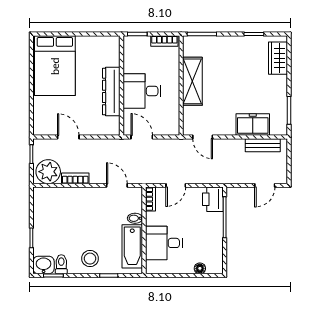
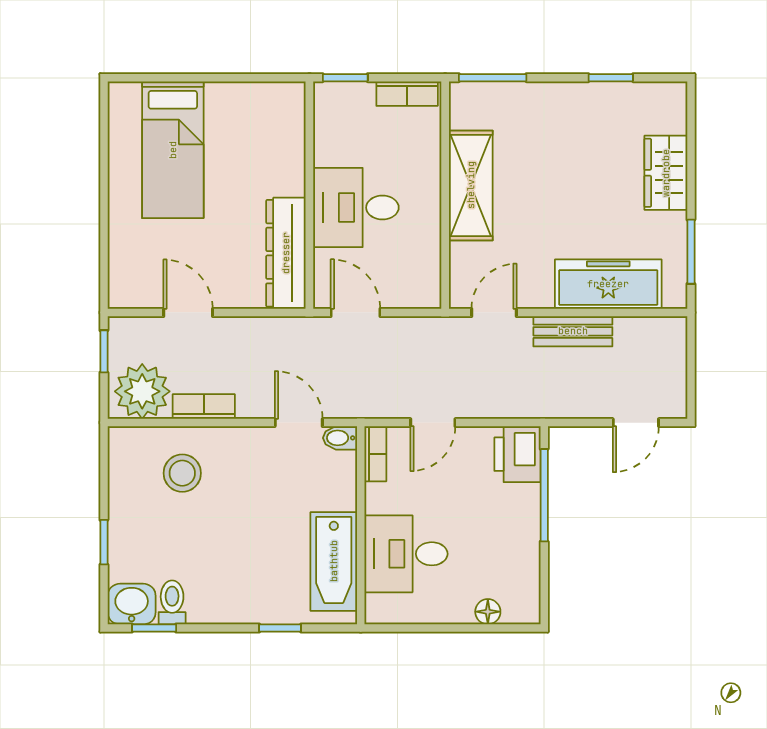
wardrobe: (278, 58) -> (666, 173), moved
bed: (55, 66) -> (173, 150), width x0.67
dresser: (111, 91) -> (286, 253), moved
freezer: (253, 125) -> (608, 284), width x1.40
door: (203, 137) -> (494, 312), swing flipped
bench: (263, 145) -> (573, 331), moved
bidet: (135, 218) -> (340, 438), moved
stool: (90, 259) -> (182, 473), moved

